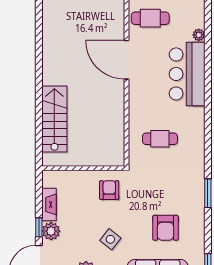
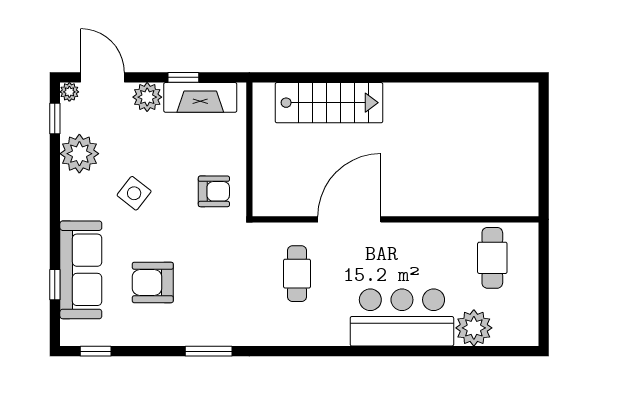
plant: (199, 35) -> (474, 328), width x1.88, depth x1.88
door: (126, 60) -> (349, 219), moved
fireplace: (49, 204) -> (200, 97), width x1.37, depth x1.32
window: (39, 227) -> (183, 77), moved

